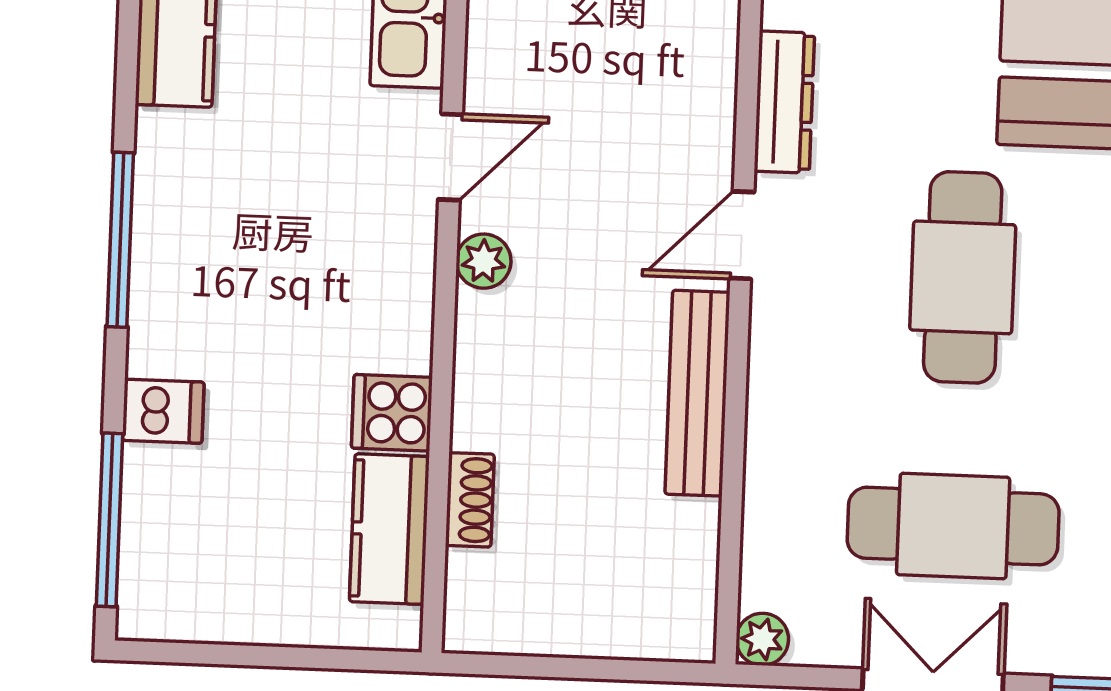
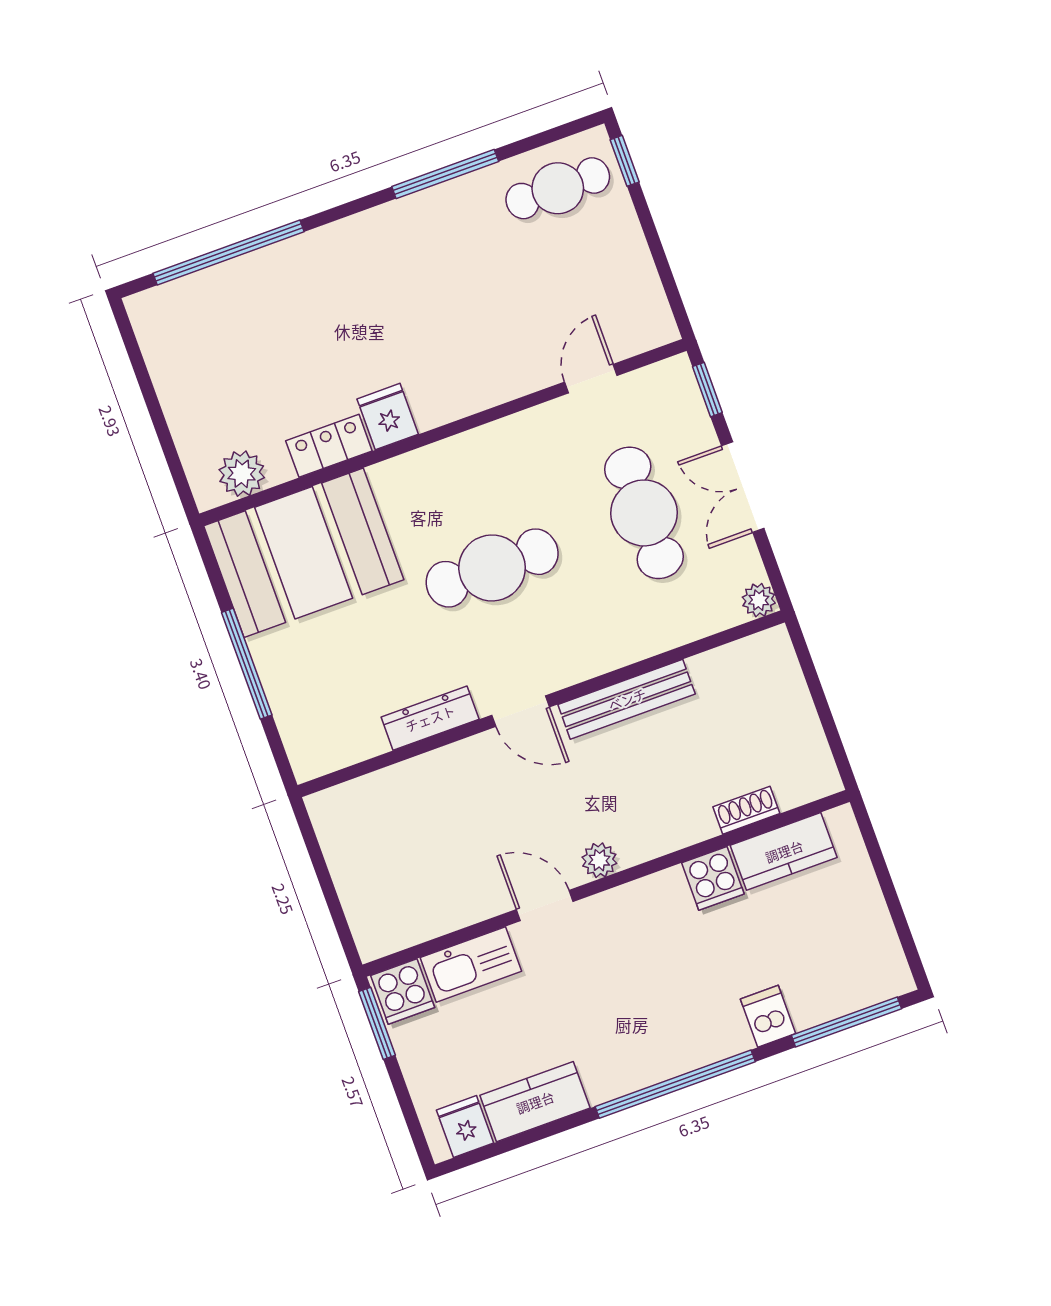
window: (120, 240) -> (675, 1084), width x1.46

